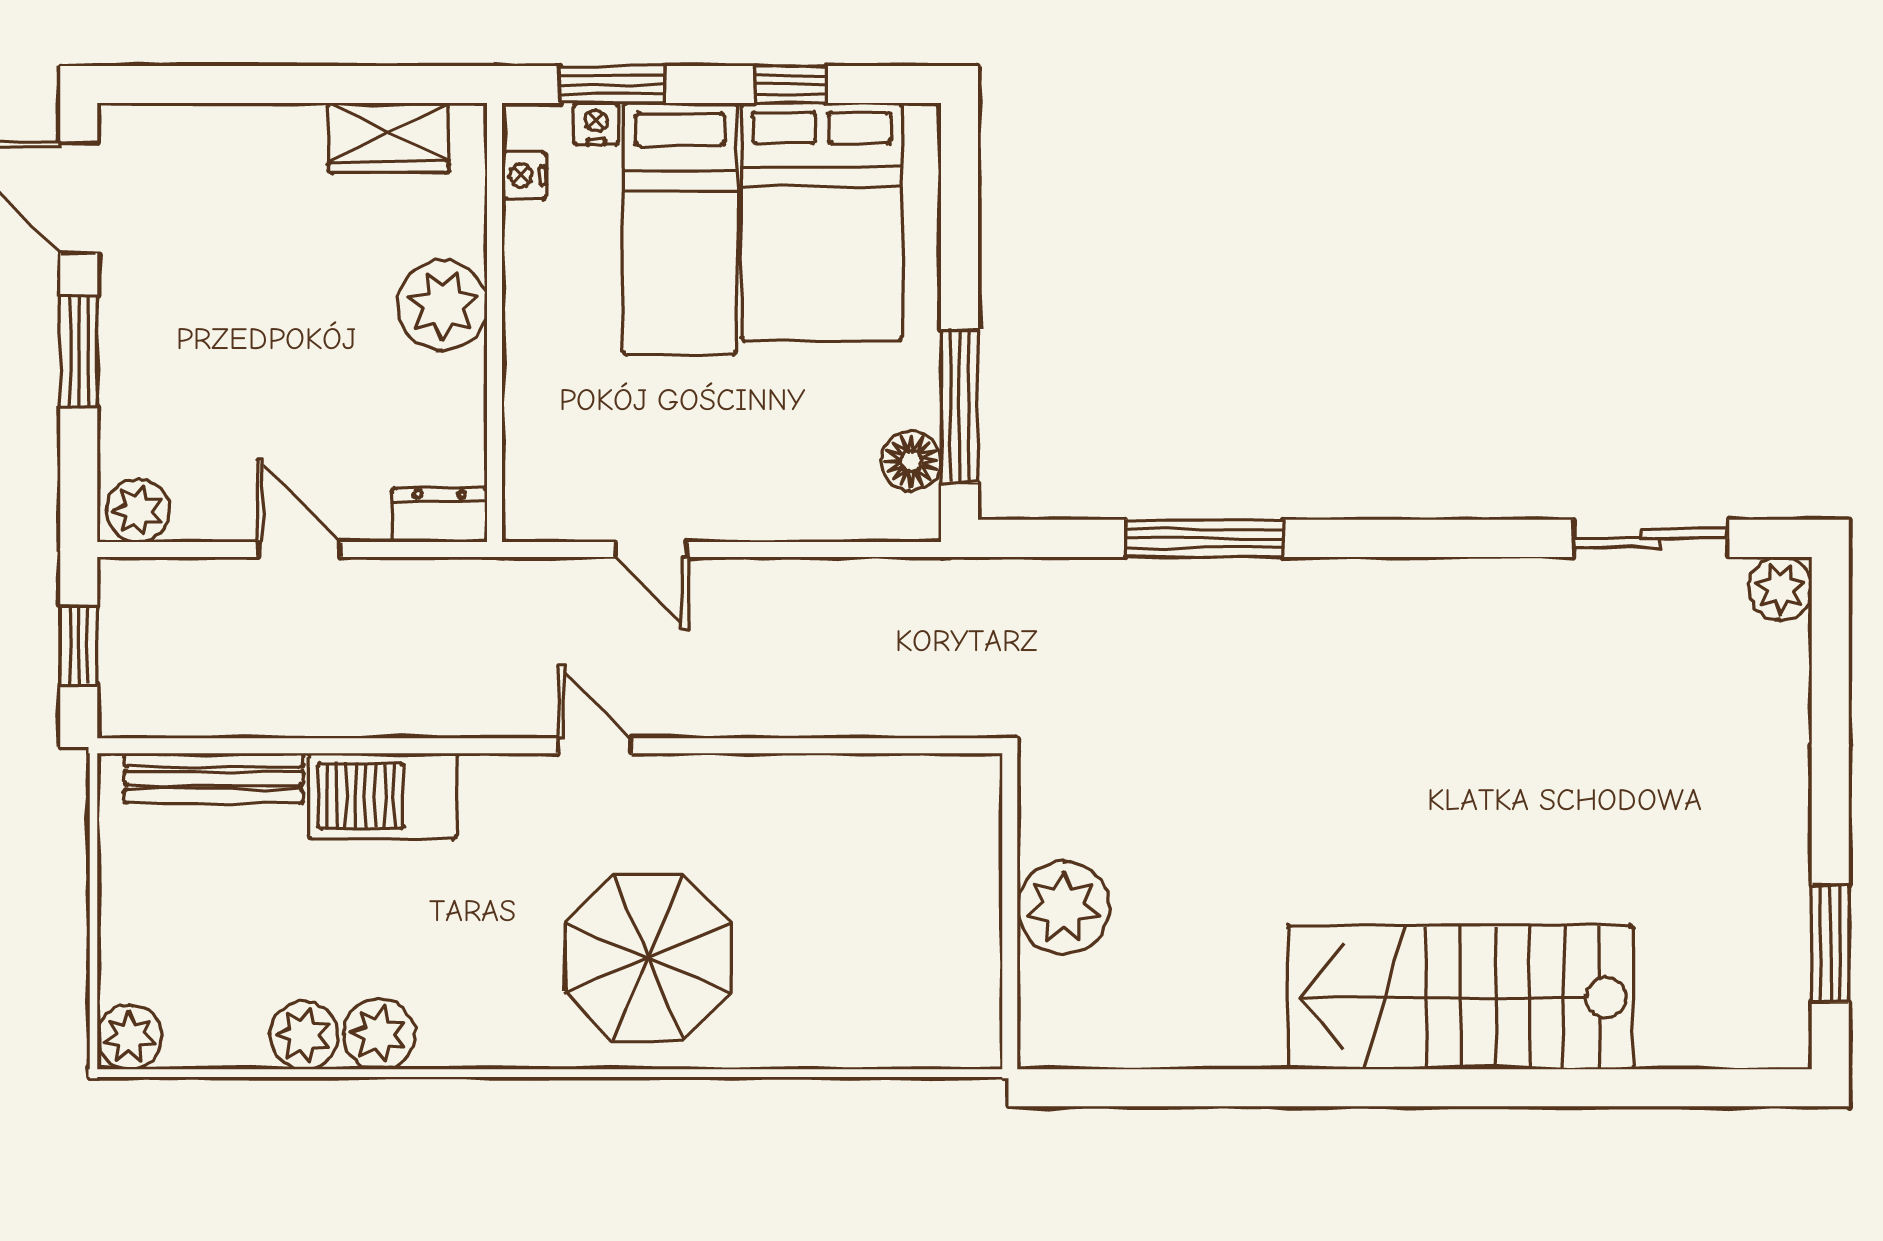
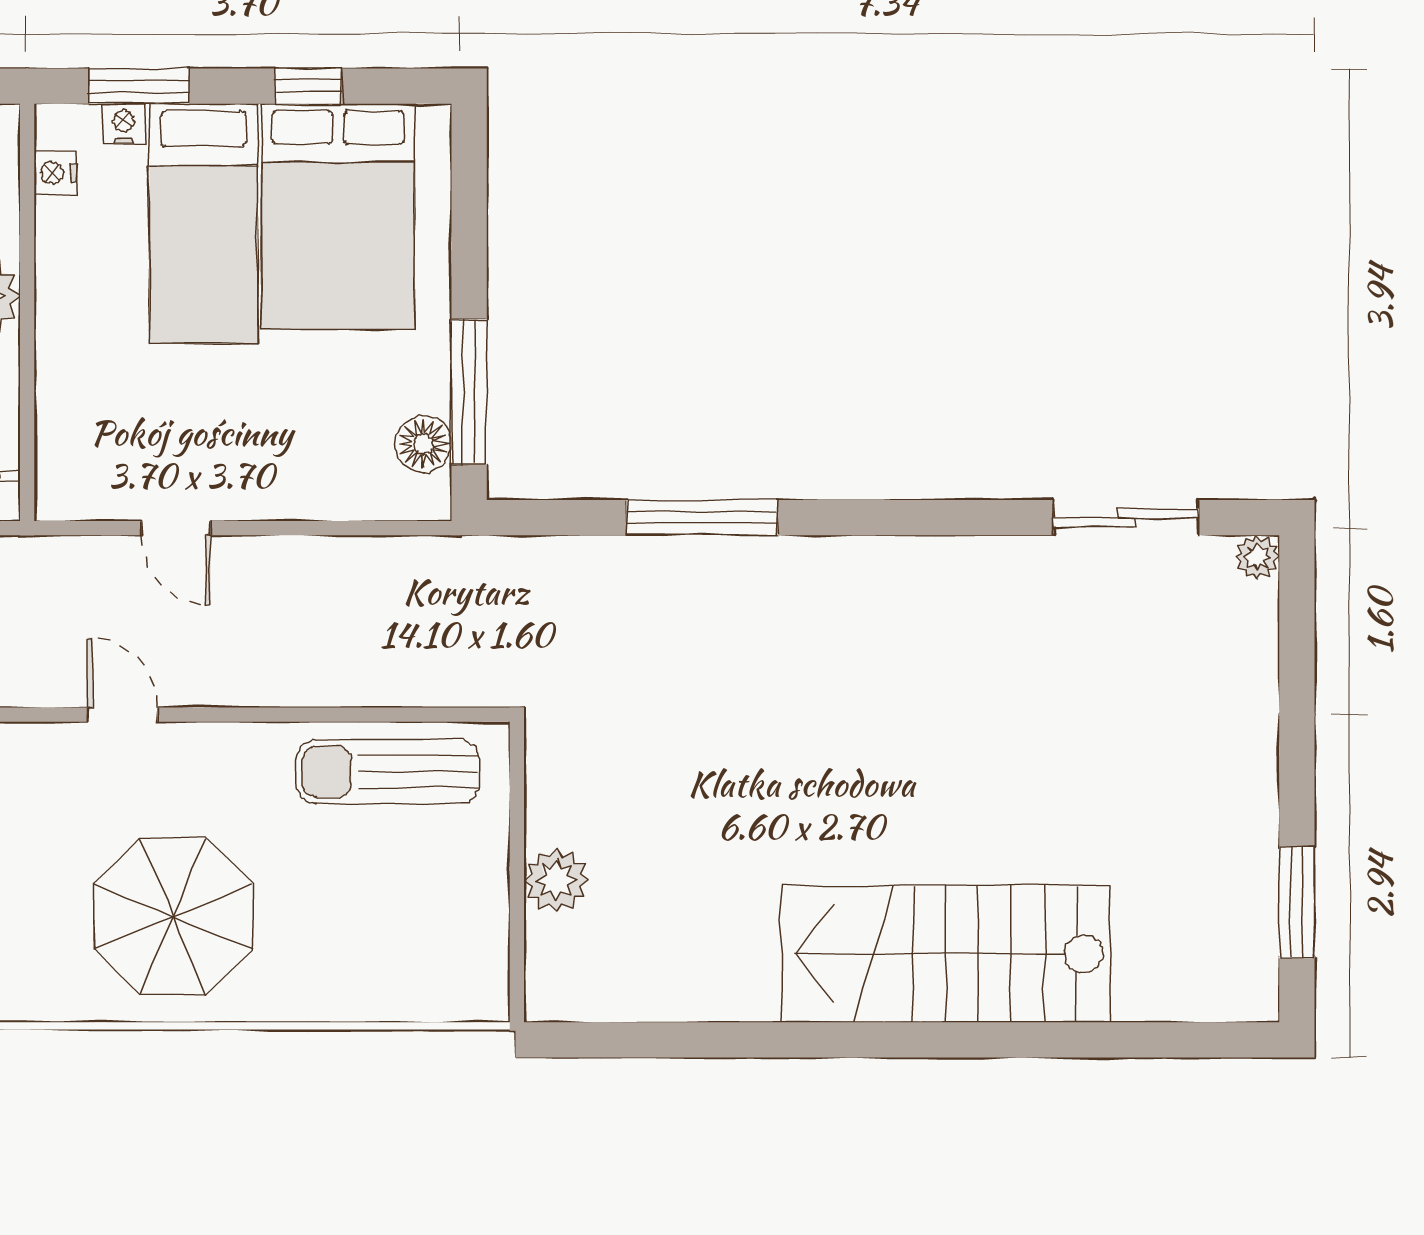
plant: (1780, 589) -> (1257, 557), width x0.73, depth x0.73
sun lounger: (874, 806) -> (388, 772), added
plant: (1063, 908) -> (556, 880), width x0.73, depth x0.73

